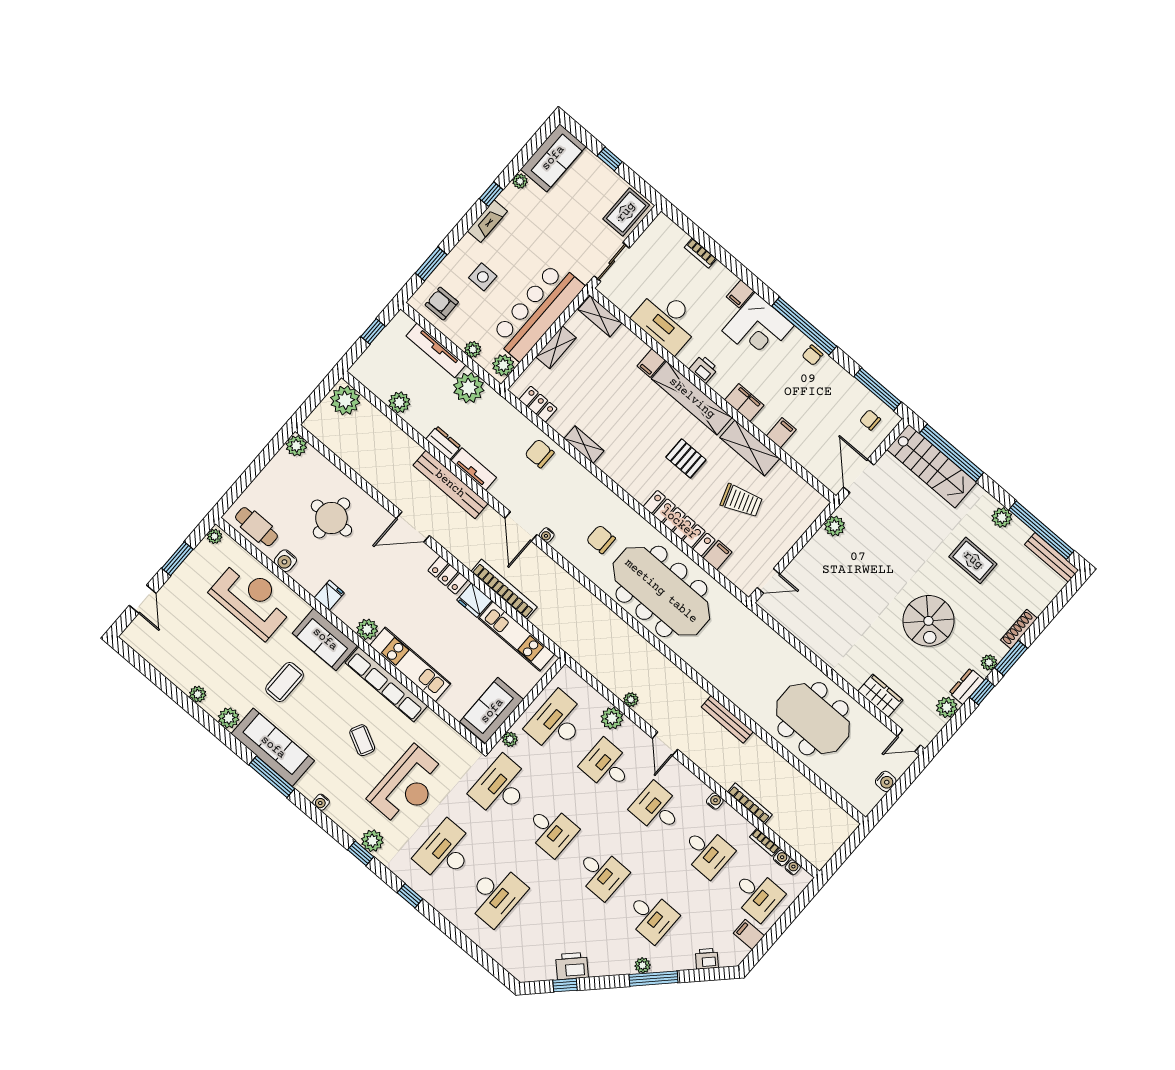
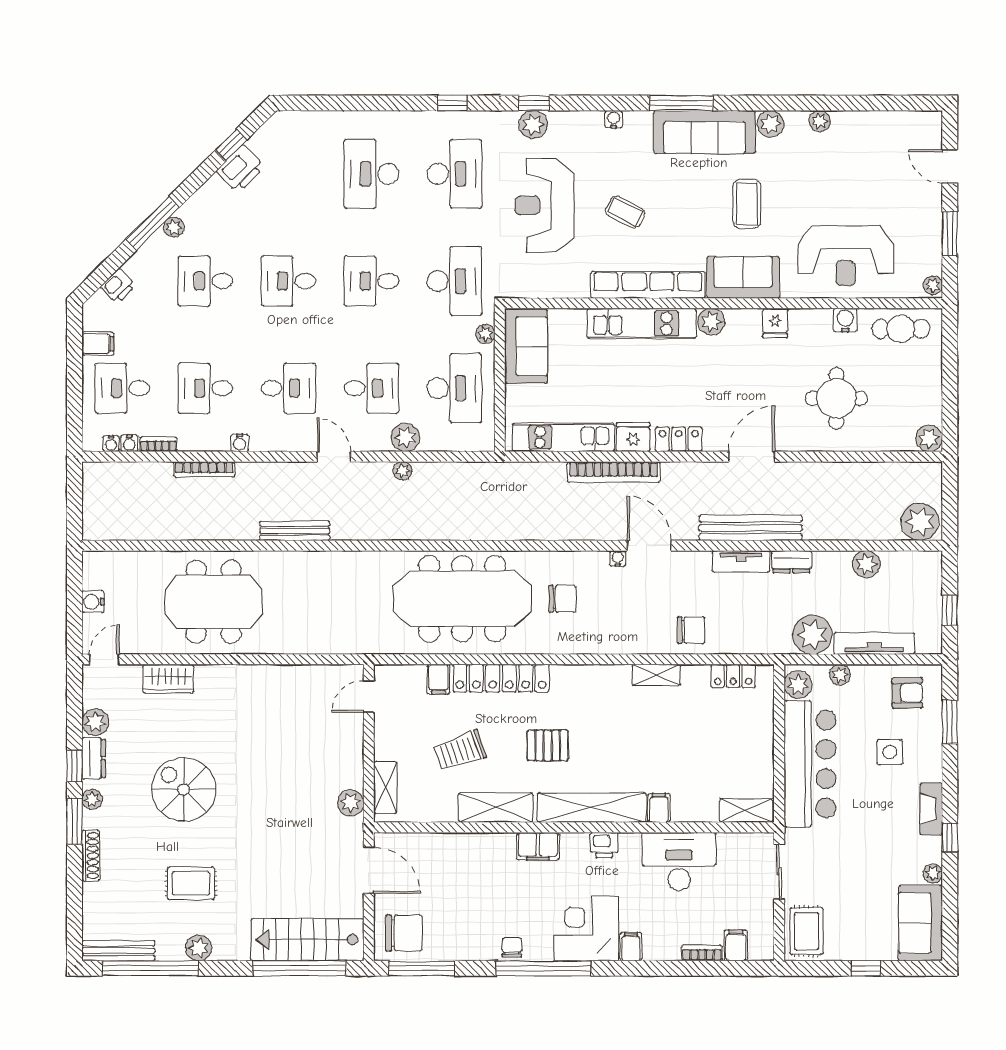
shelving: (556, 347) -> (385, 788), moved
chair: (870, 420) -> (404, 933), width x1.87, depth x1.87
filing cabinet: (781, 433) -> (736, 945), moved, turned 180

